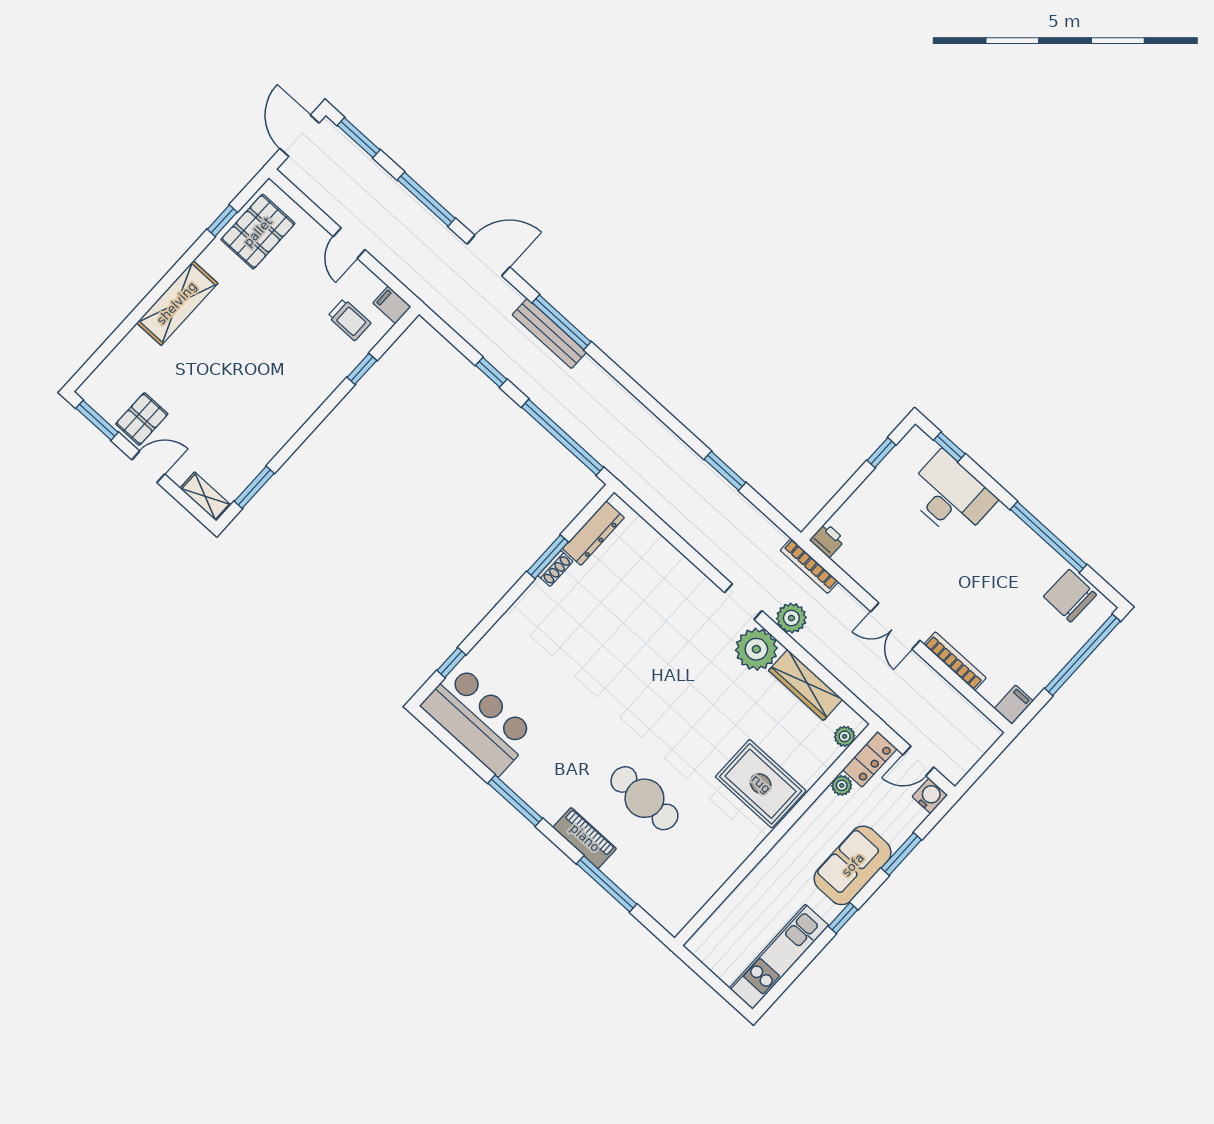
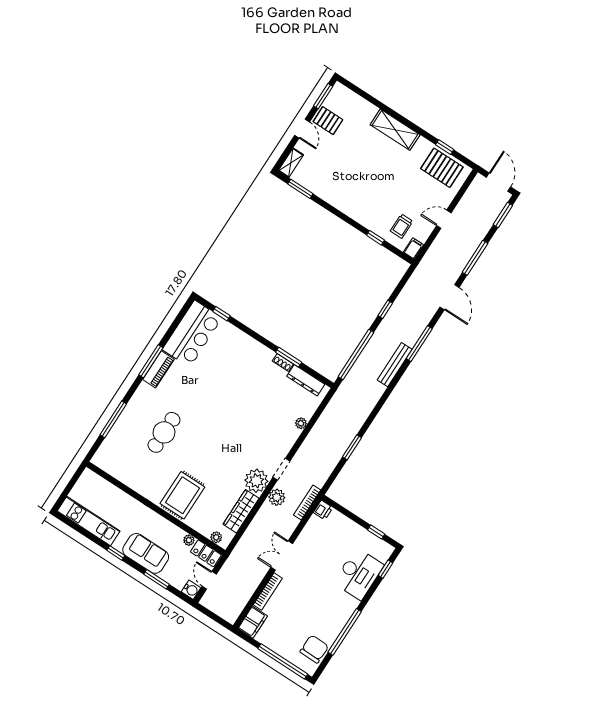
door: (300, 136) -> (499, 182), hinge flipped
bench: (549, 333) -> (395, 365), moved
plant: (668, 554) -> (301, 423), added
filing cabinet: (1014, 705) -> (253, 622), width x2.00
piano: (585, 838) -> (158, 369), moved

